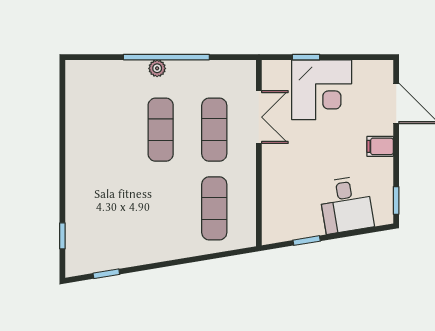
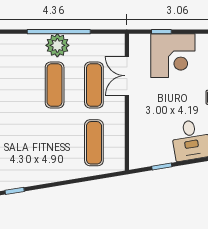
plant: (157, 68) -> (57, 45), width x1.88, depth x1.88
double door: (259, 117) -> (127, 76), swing flipped

